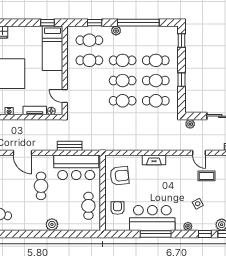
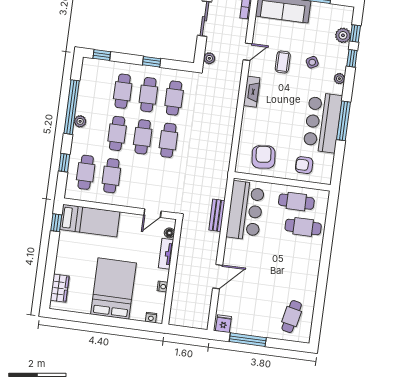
plant: (116, 31) -> (80, 121), moved
fireplace: (154, 160) -> (252, 92), moved
coffee table: (207, 176) -> (283, 62), moved
cafe table: (41, 186) -> (303, 227), moved
plant: (52, 224) -> (314, 251), removed

